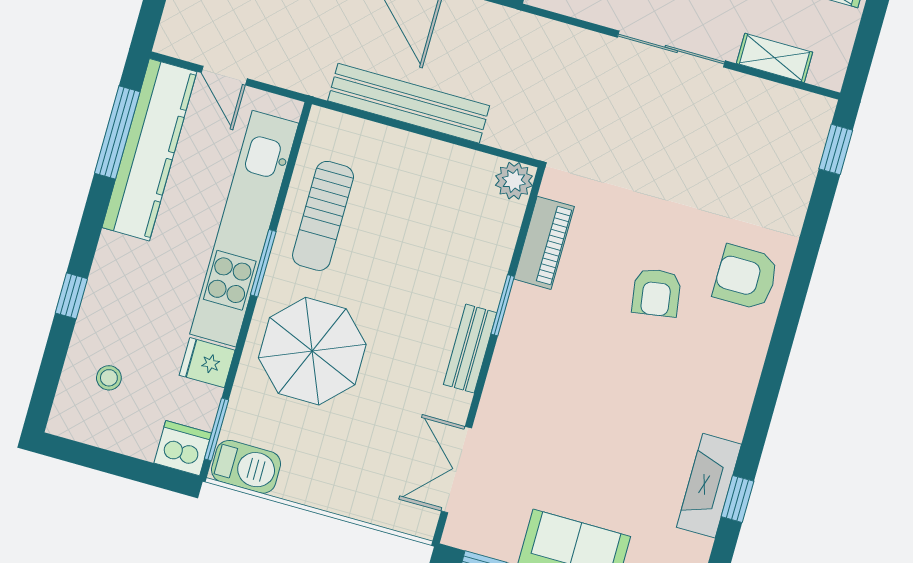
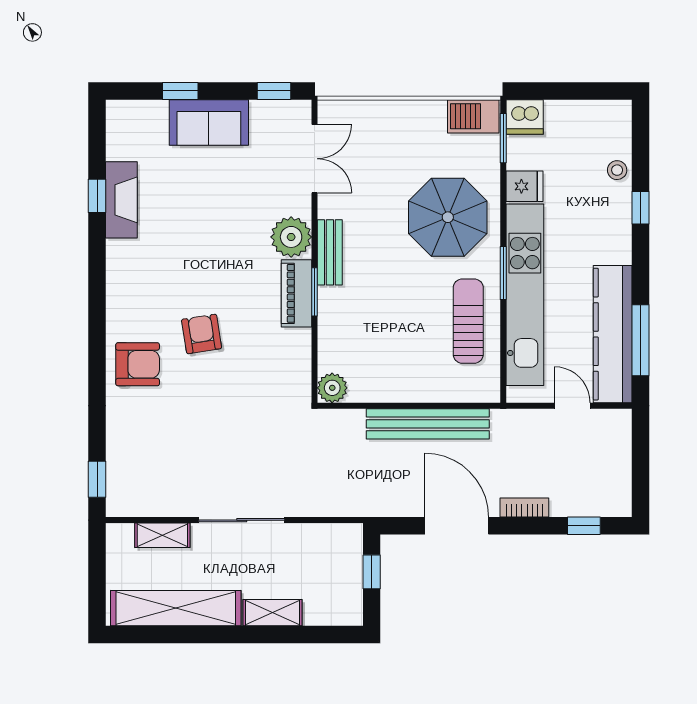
piano: (544, 243) -> (296, 293), moved
stool: (109, 378) -> (617, 170), moved
plant: (512, 381) -> (291, 237), added

